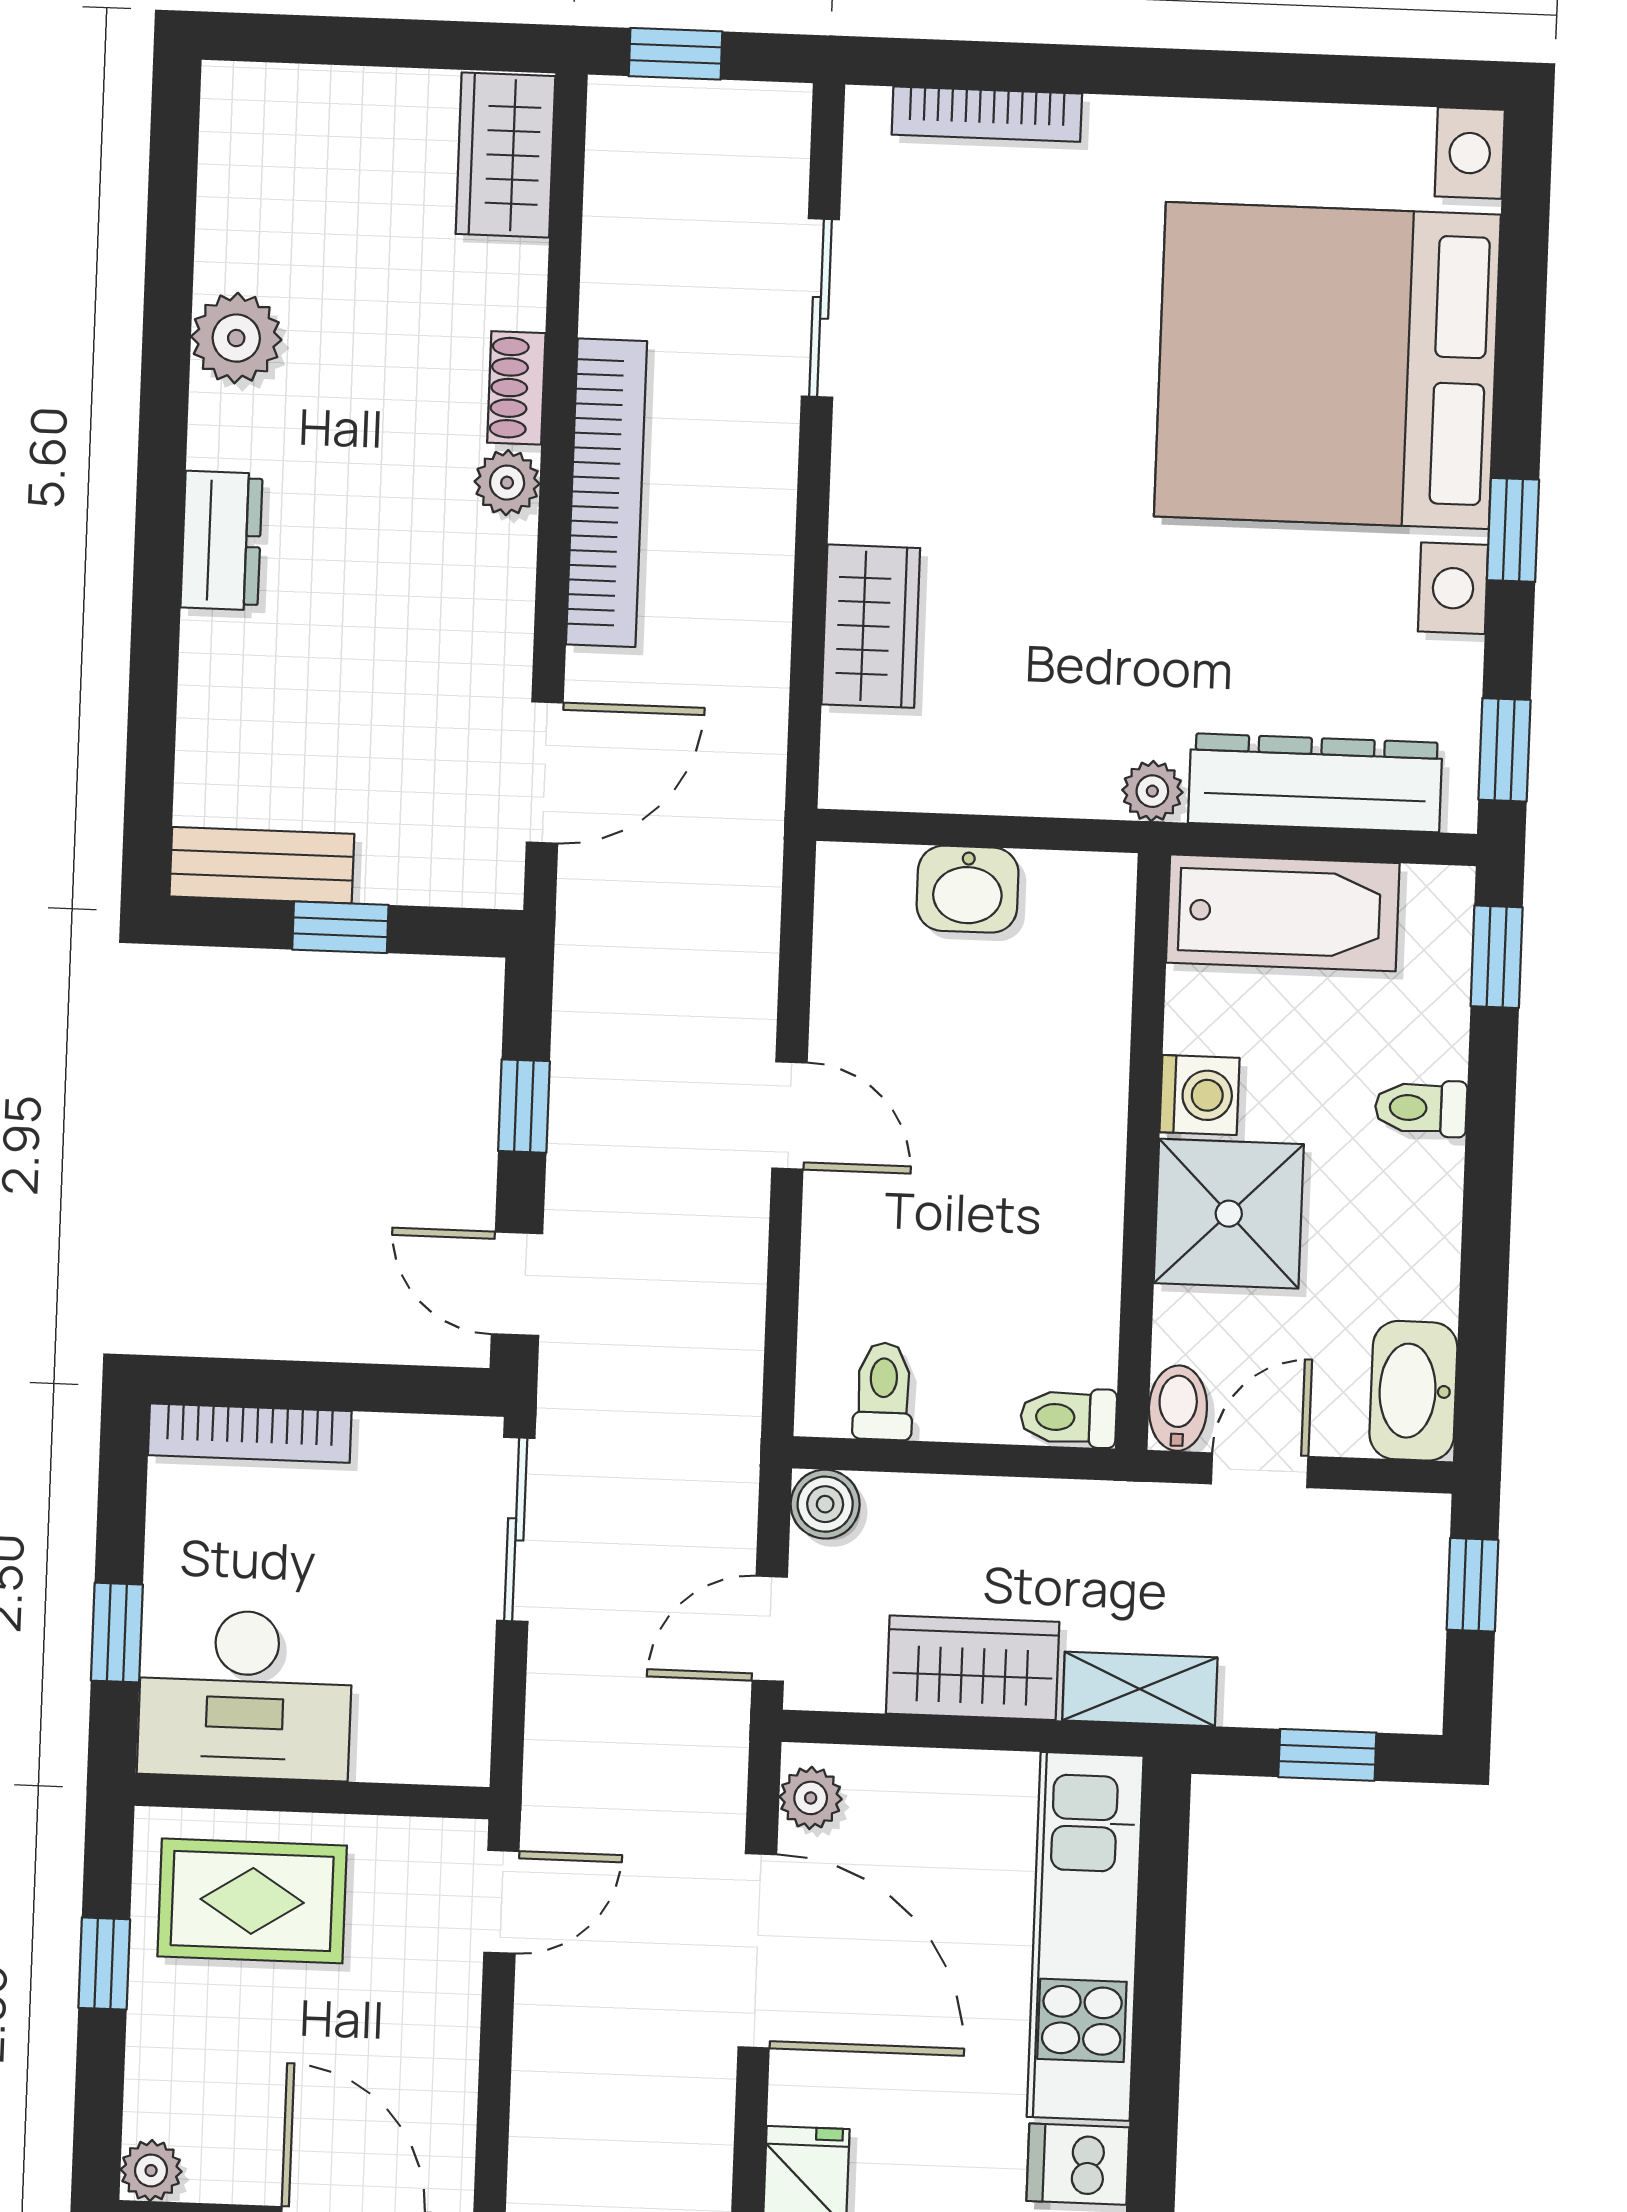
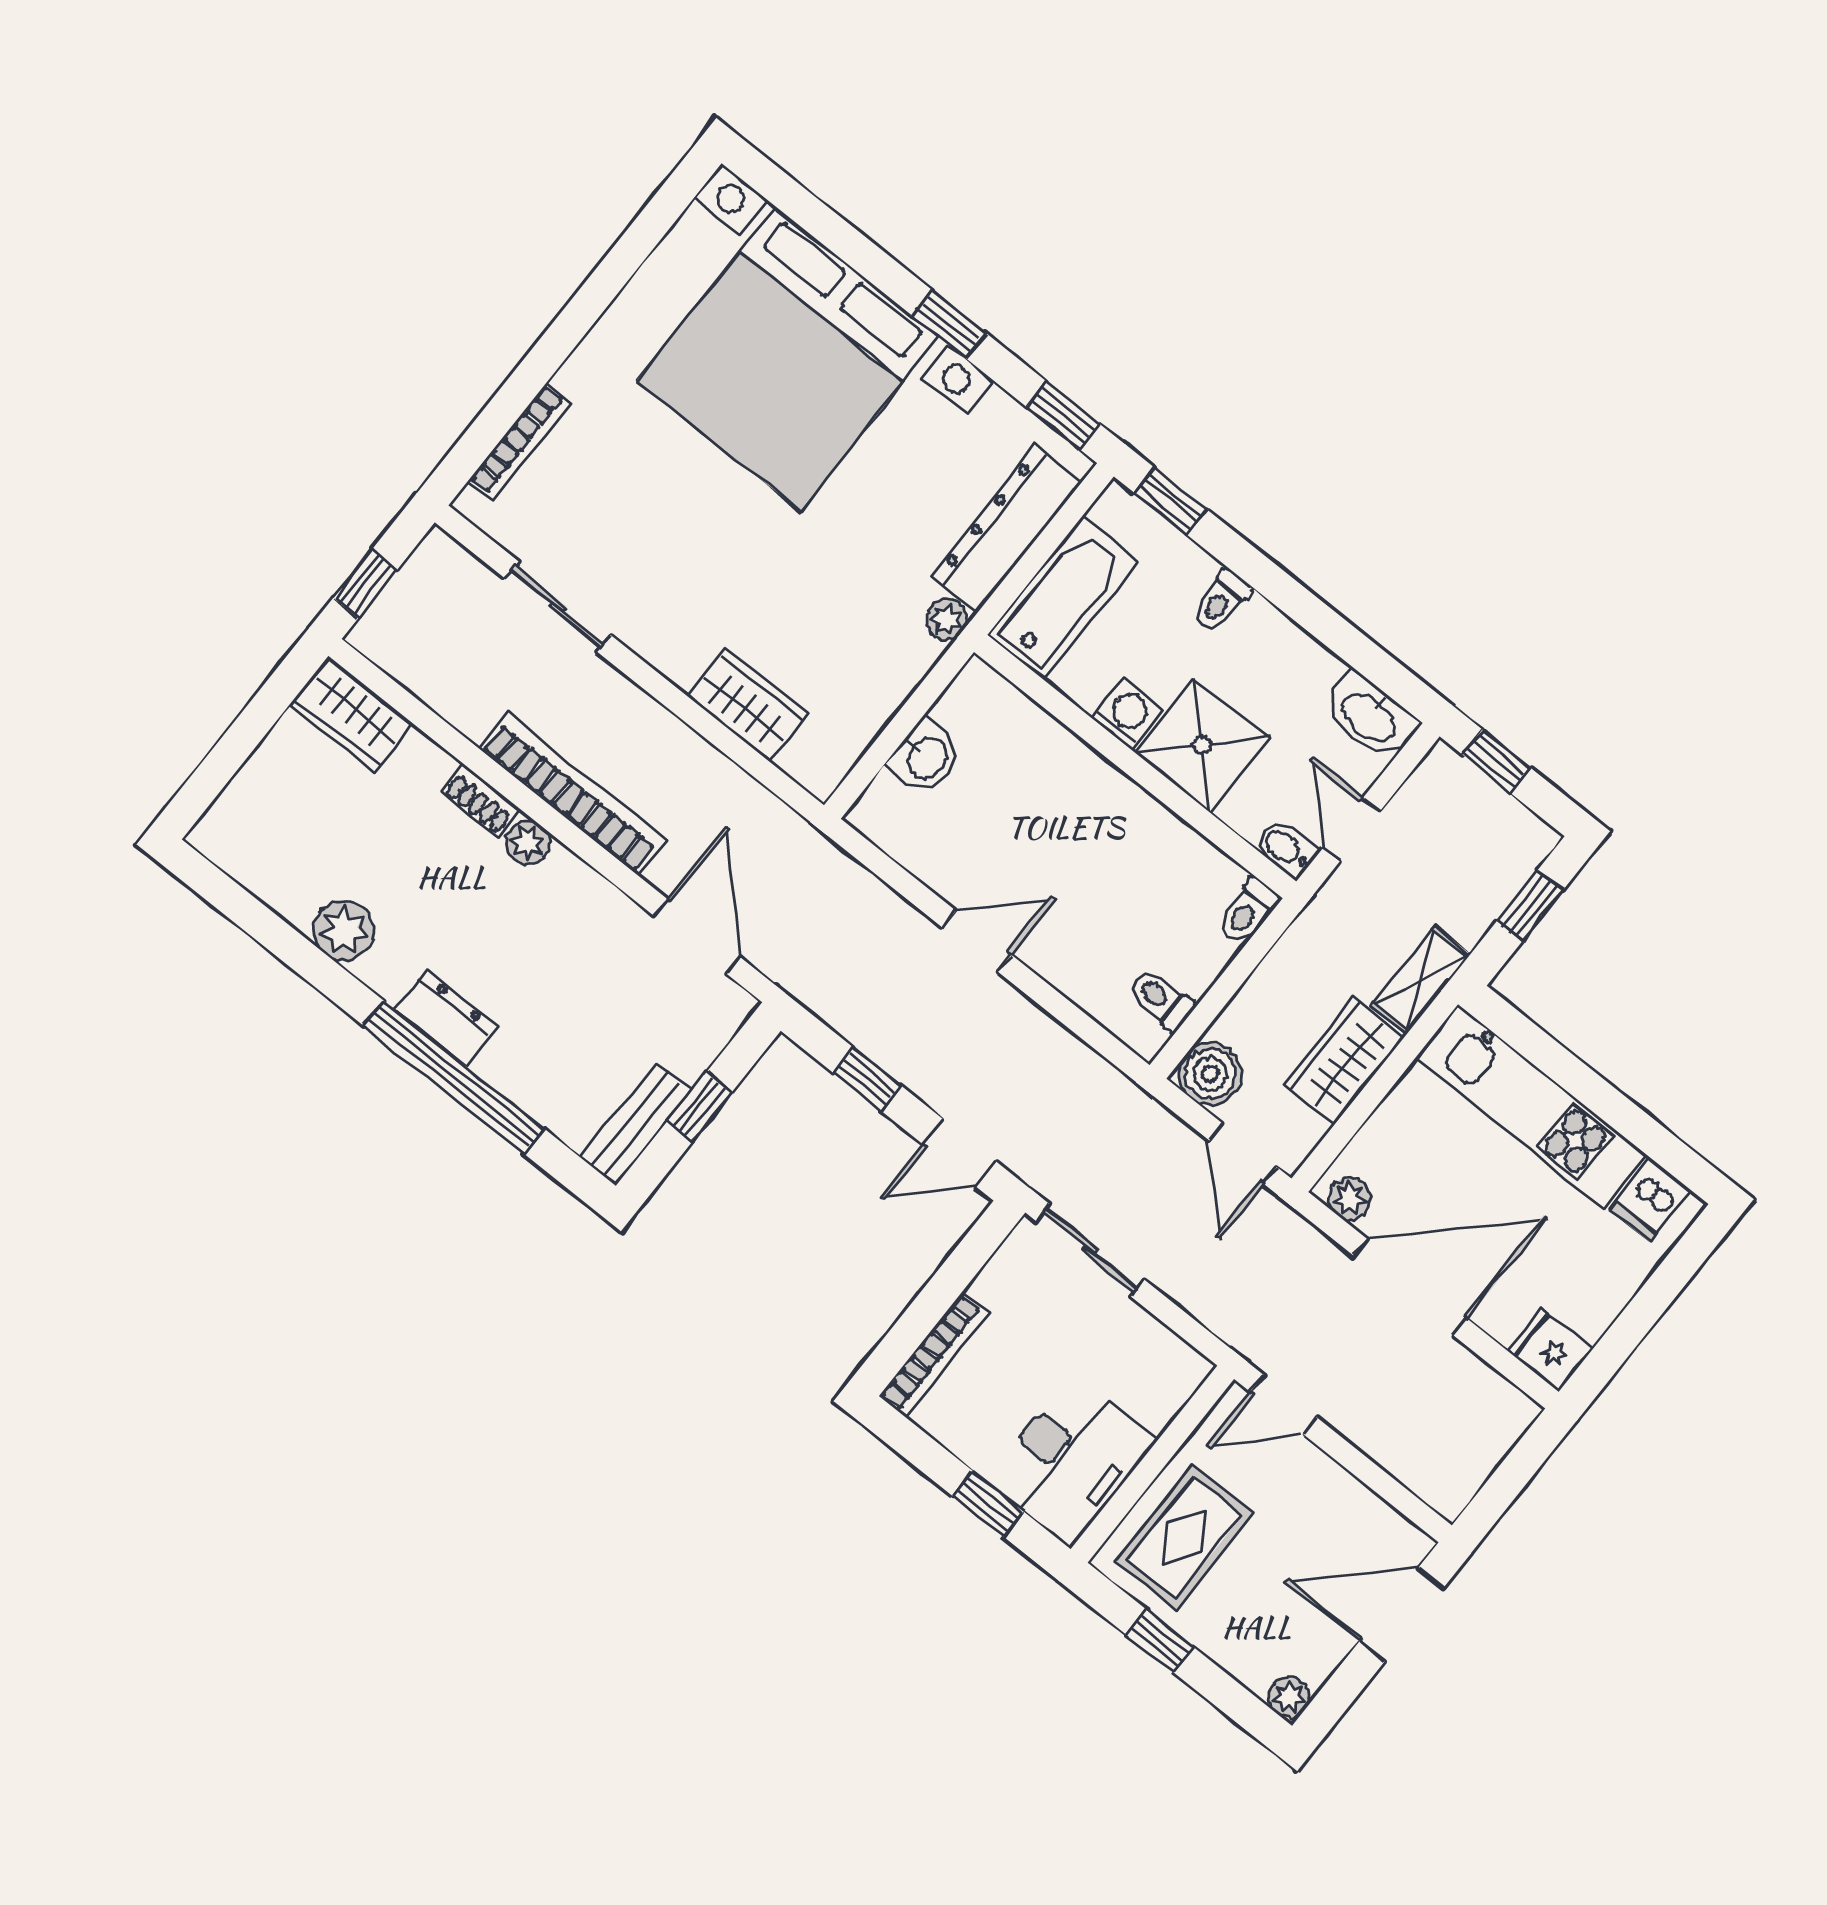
window: (156, 603) -> (454, 1077), added
boiler: (825, 1504) -> (1210, 1074), width x1.36, depth x1.36
door: (501, 1902) -> (1283, 1404), swing flipped

